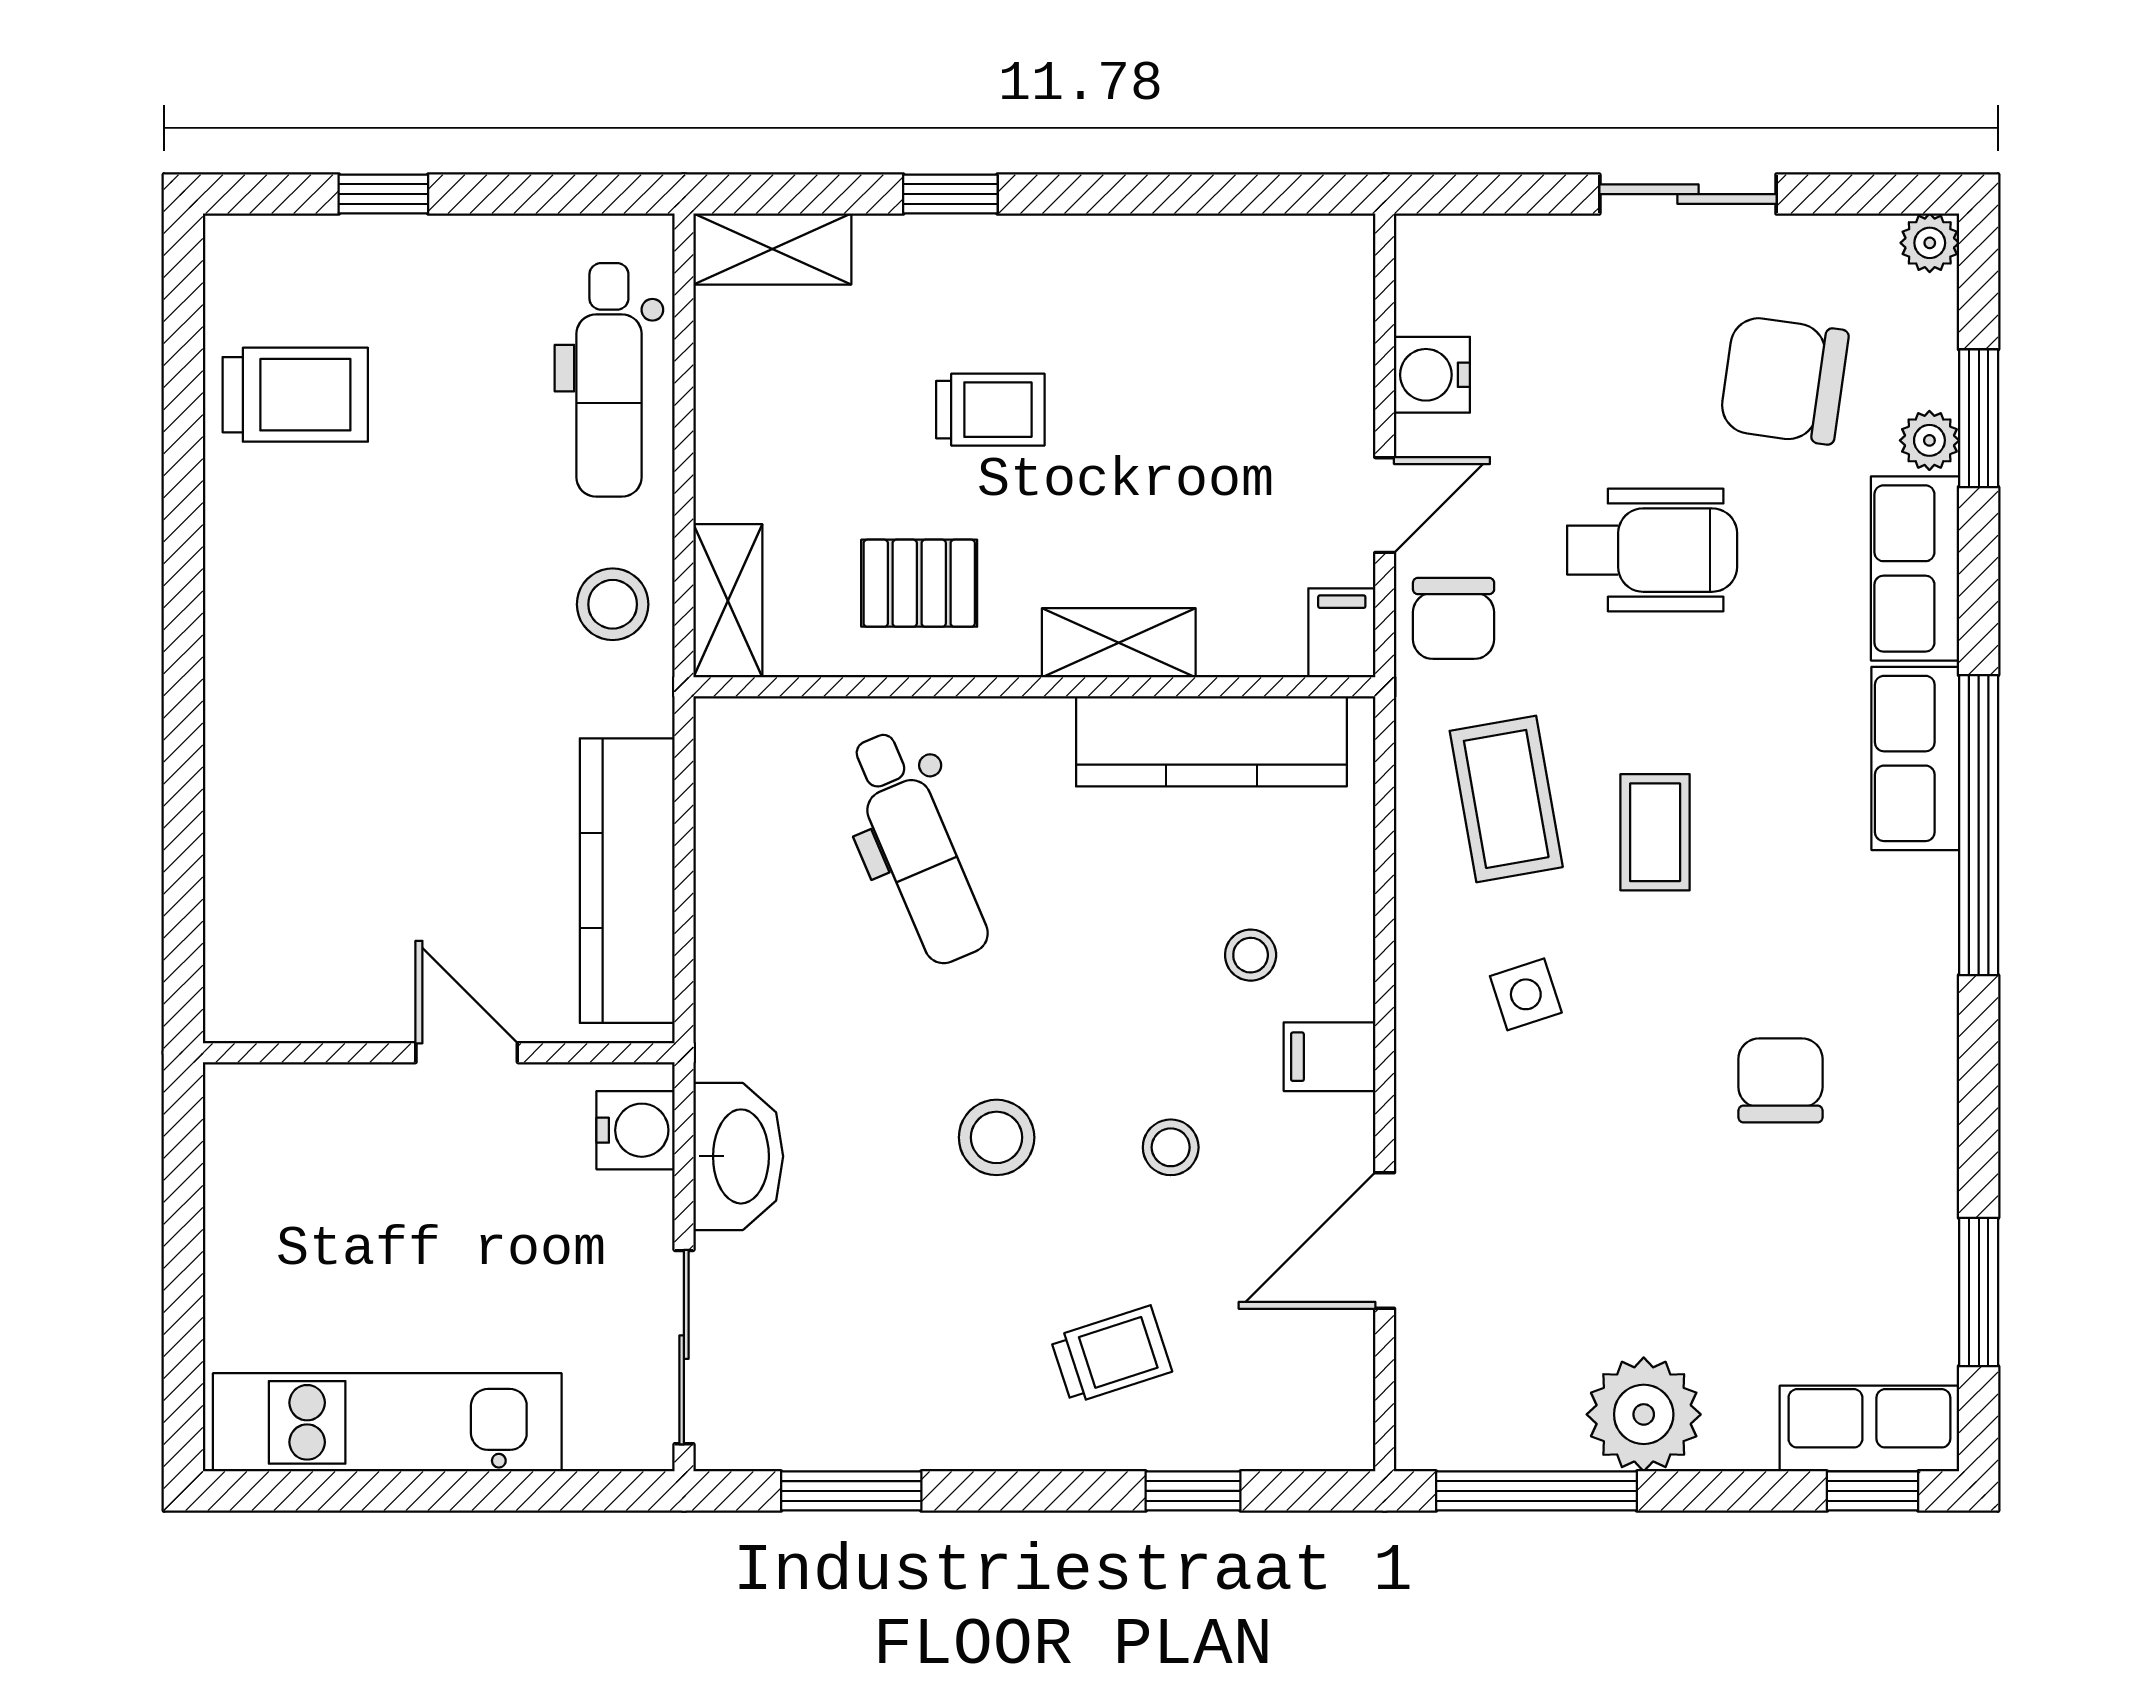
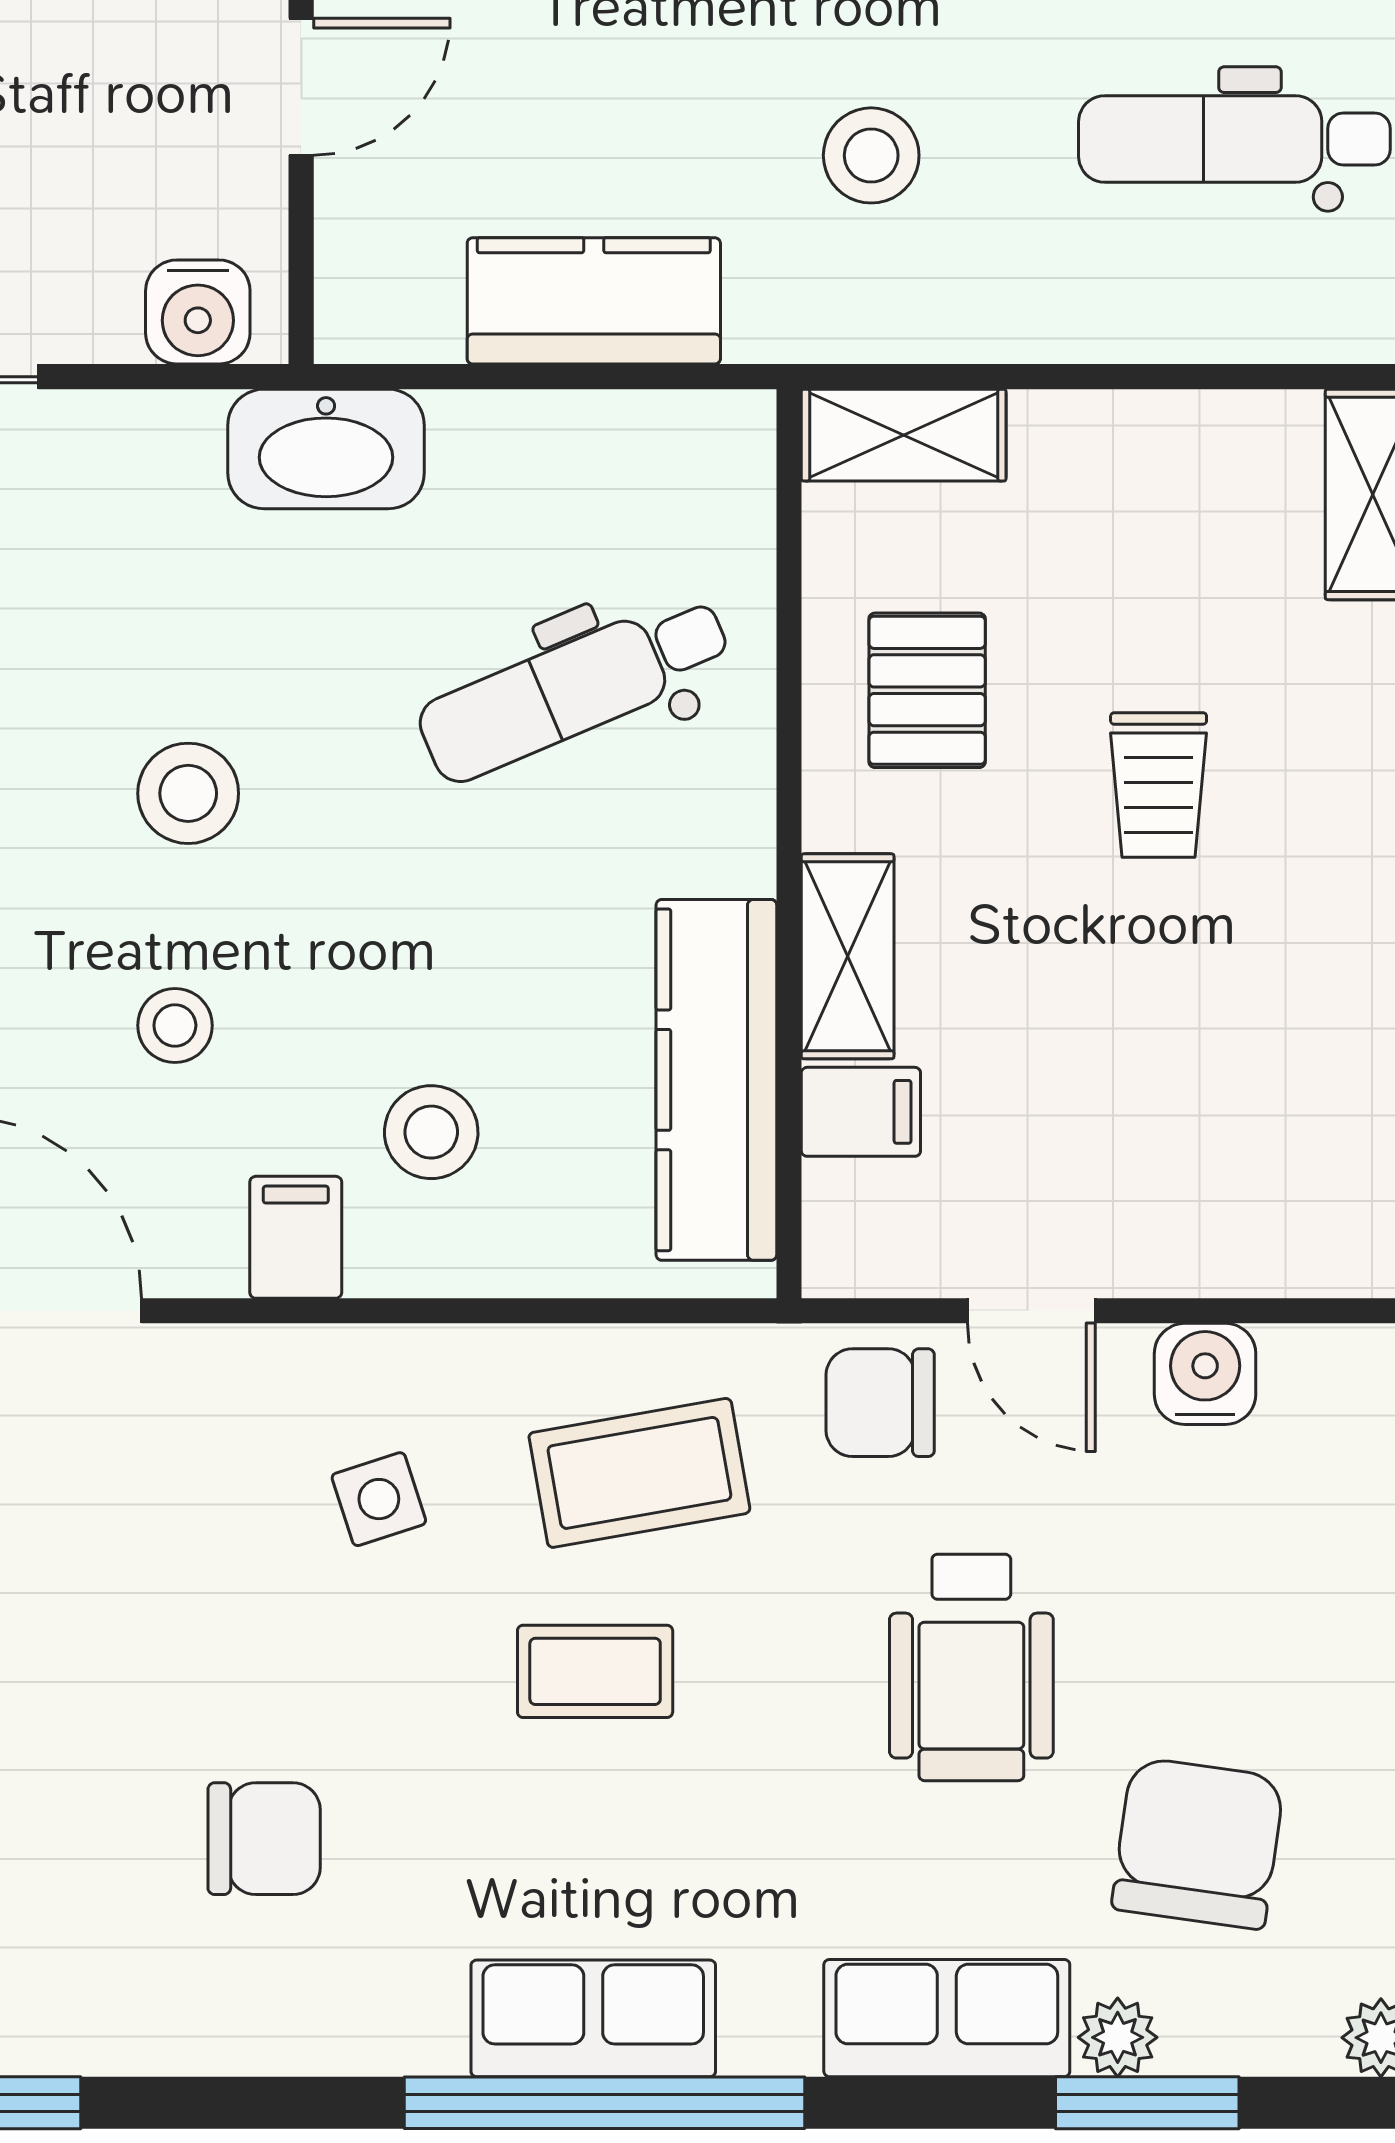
dental chair: (609, 380) -> (1234, 139), moved
stool: (613, 604) -> (871, 155), moved
filing cabinet: (1342, 633) -> (861, 1112), moved
row of seats: (1915, 758) -> (593, 2018), moved
kitchen counter: (627, 881) -> (594, 301), width x0.67
stool: (1251, 955) -> (431, 1132), width x1.37, depth x1.37
washbasin: (738, 1156) -> (326, 449), moved

